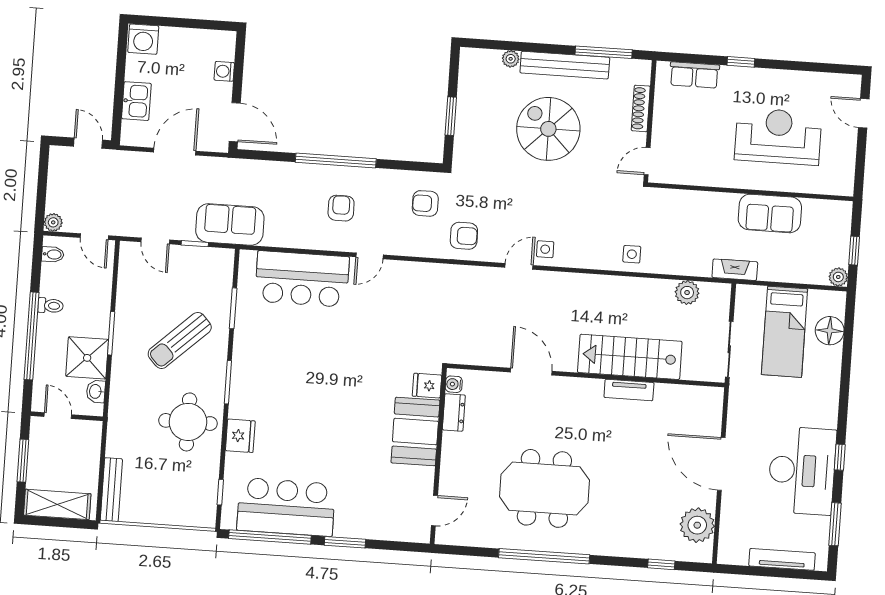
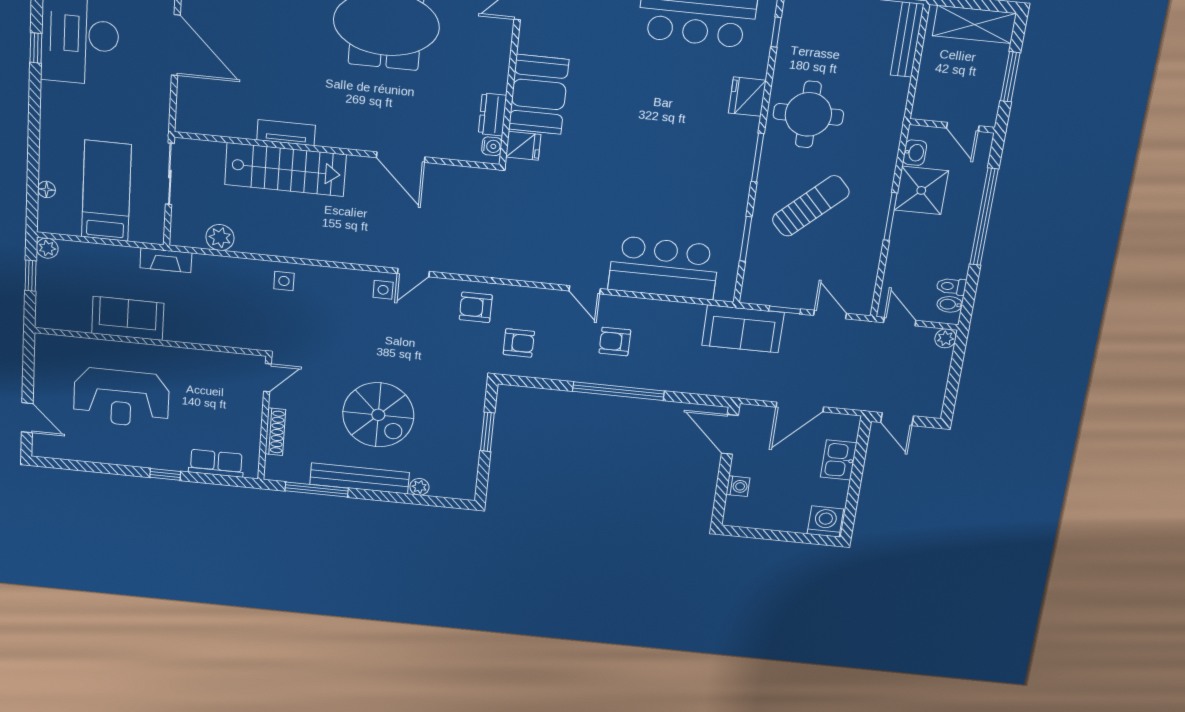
armchair: (341, 208) -> (615, 342), turned 90
door: (370, 256) -> (585, 290), swing flipped
toilet: (51, 306) -> (951, 286), moved
floor lamp: (830, 331) -> (47, 189), width x0.53, depth x0.53

